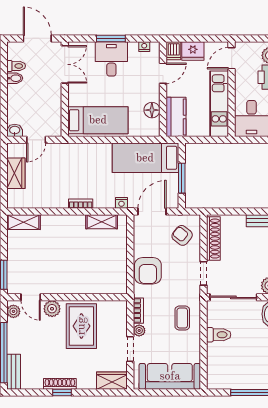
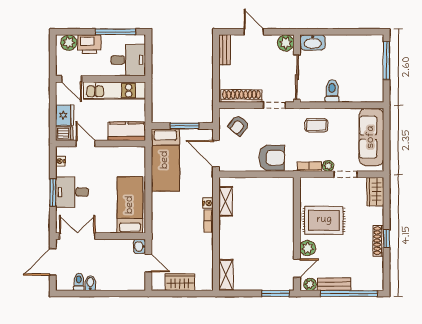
floor lamp: (152, 110) -> (120, 154), removed
washbasin: (15, 130) -> (140, 246), moved
nightstand: (121, 203) -> (208, 203), moved
bench: (14, 372) -> (334, 284), moved

